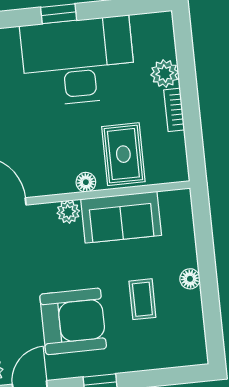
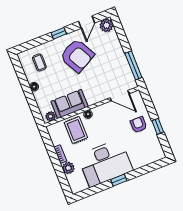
plant: (68, 212) -> (51, 116), moved
coffee table: (142, 299) -> (39, 62), moved
armchair: (73, 321) -> (77, 56), turned -118

